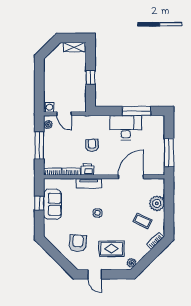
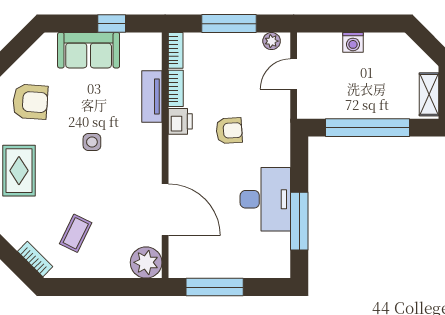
window: (90, 77) -> (368, 128), width x3.17
washing machine: (49, 107) -> (353, 42), moved
tv unit: (89, 183) -> (152, 97), moved
plant: (157, 203) -> (146, 262), moved
sofa: (52, 204) -> (89, 50), moved

